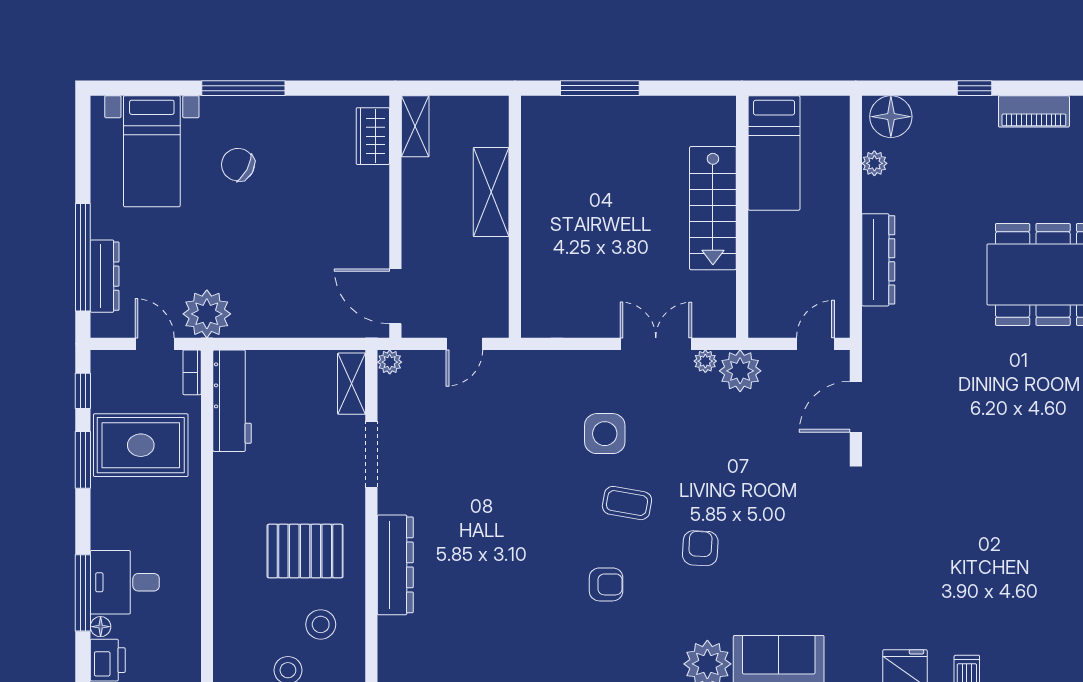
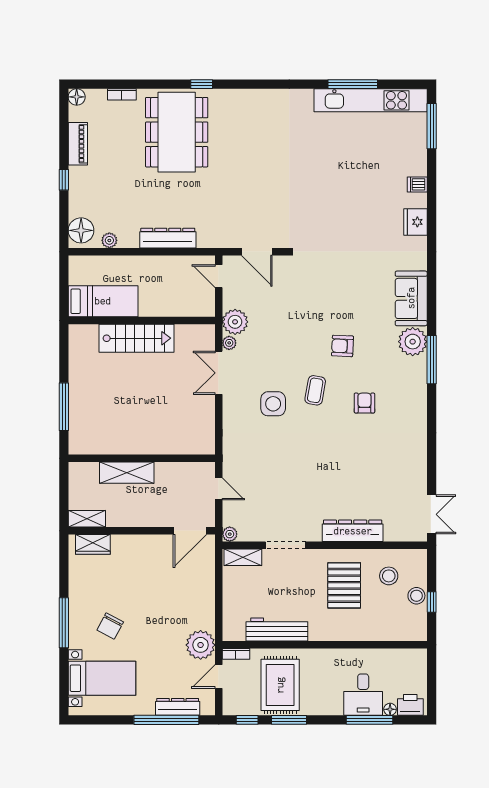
workbench: (232, 401) -> (277, 630), moved

